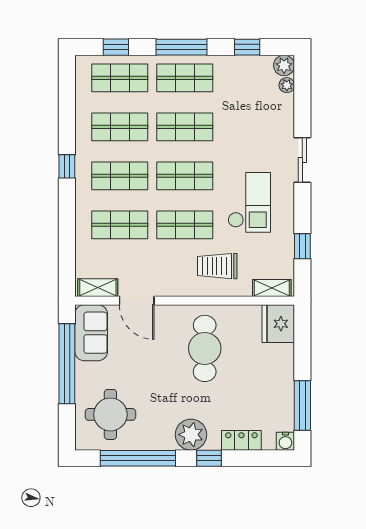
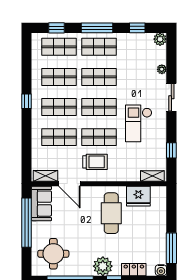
plant: (287, 85) -> (162, 69), moved
checkout: (249, 202) -> (139, 123), turned 180
trolley: (217, 266) -> (95, 162), moved, turned 180
fridge: (278, 324) -> (138, 196), moved, turned -90

